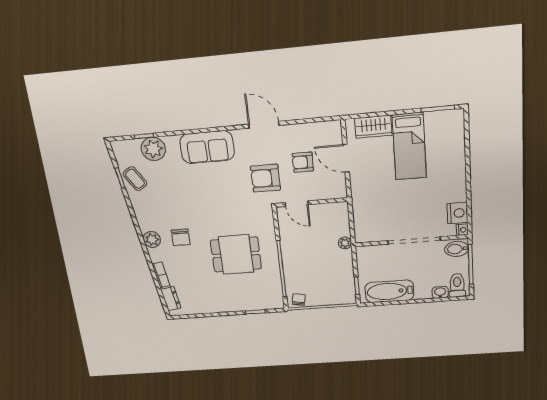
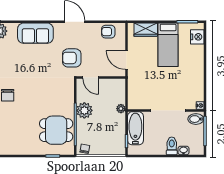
door: (346, 158) -> (126, 60), moved
armchair: (303, 162) -> (108, 32), moved
nightstand: (457, 213) -> (197, 37), moved
plant: (292, 249) -> (84, 110), added
dining table: (236, 254) -> (56, 130), moved
toilet: (457, 285) -> (172, 146), moved
bathtub: (389, 291) -> (135, 128), moved, turned 90

